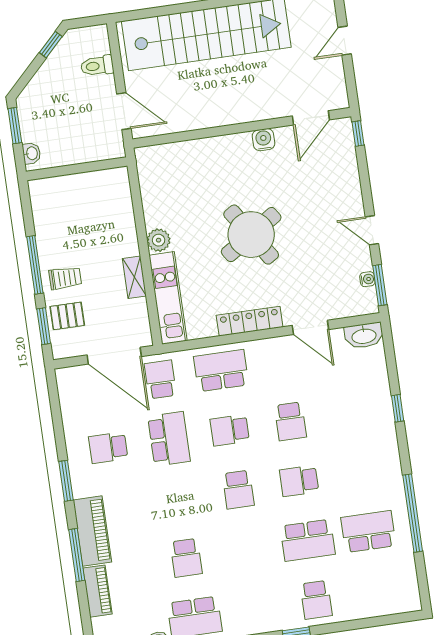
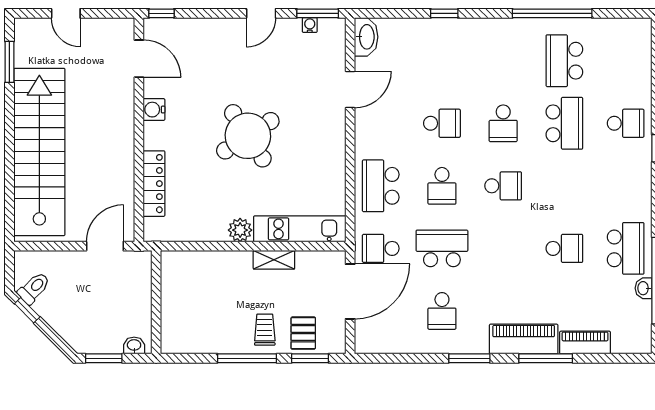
toilet: (97, 66) -> (34, 288), moved, turned -135
locker: (250, 321) -> (154, 184), moved, turned 180

